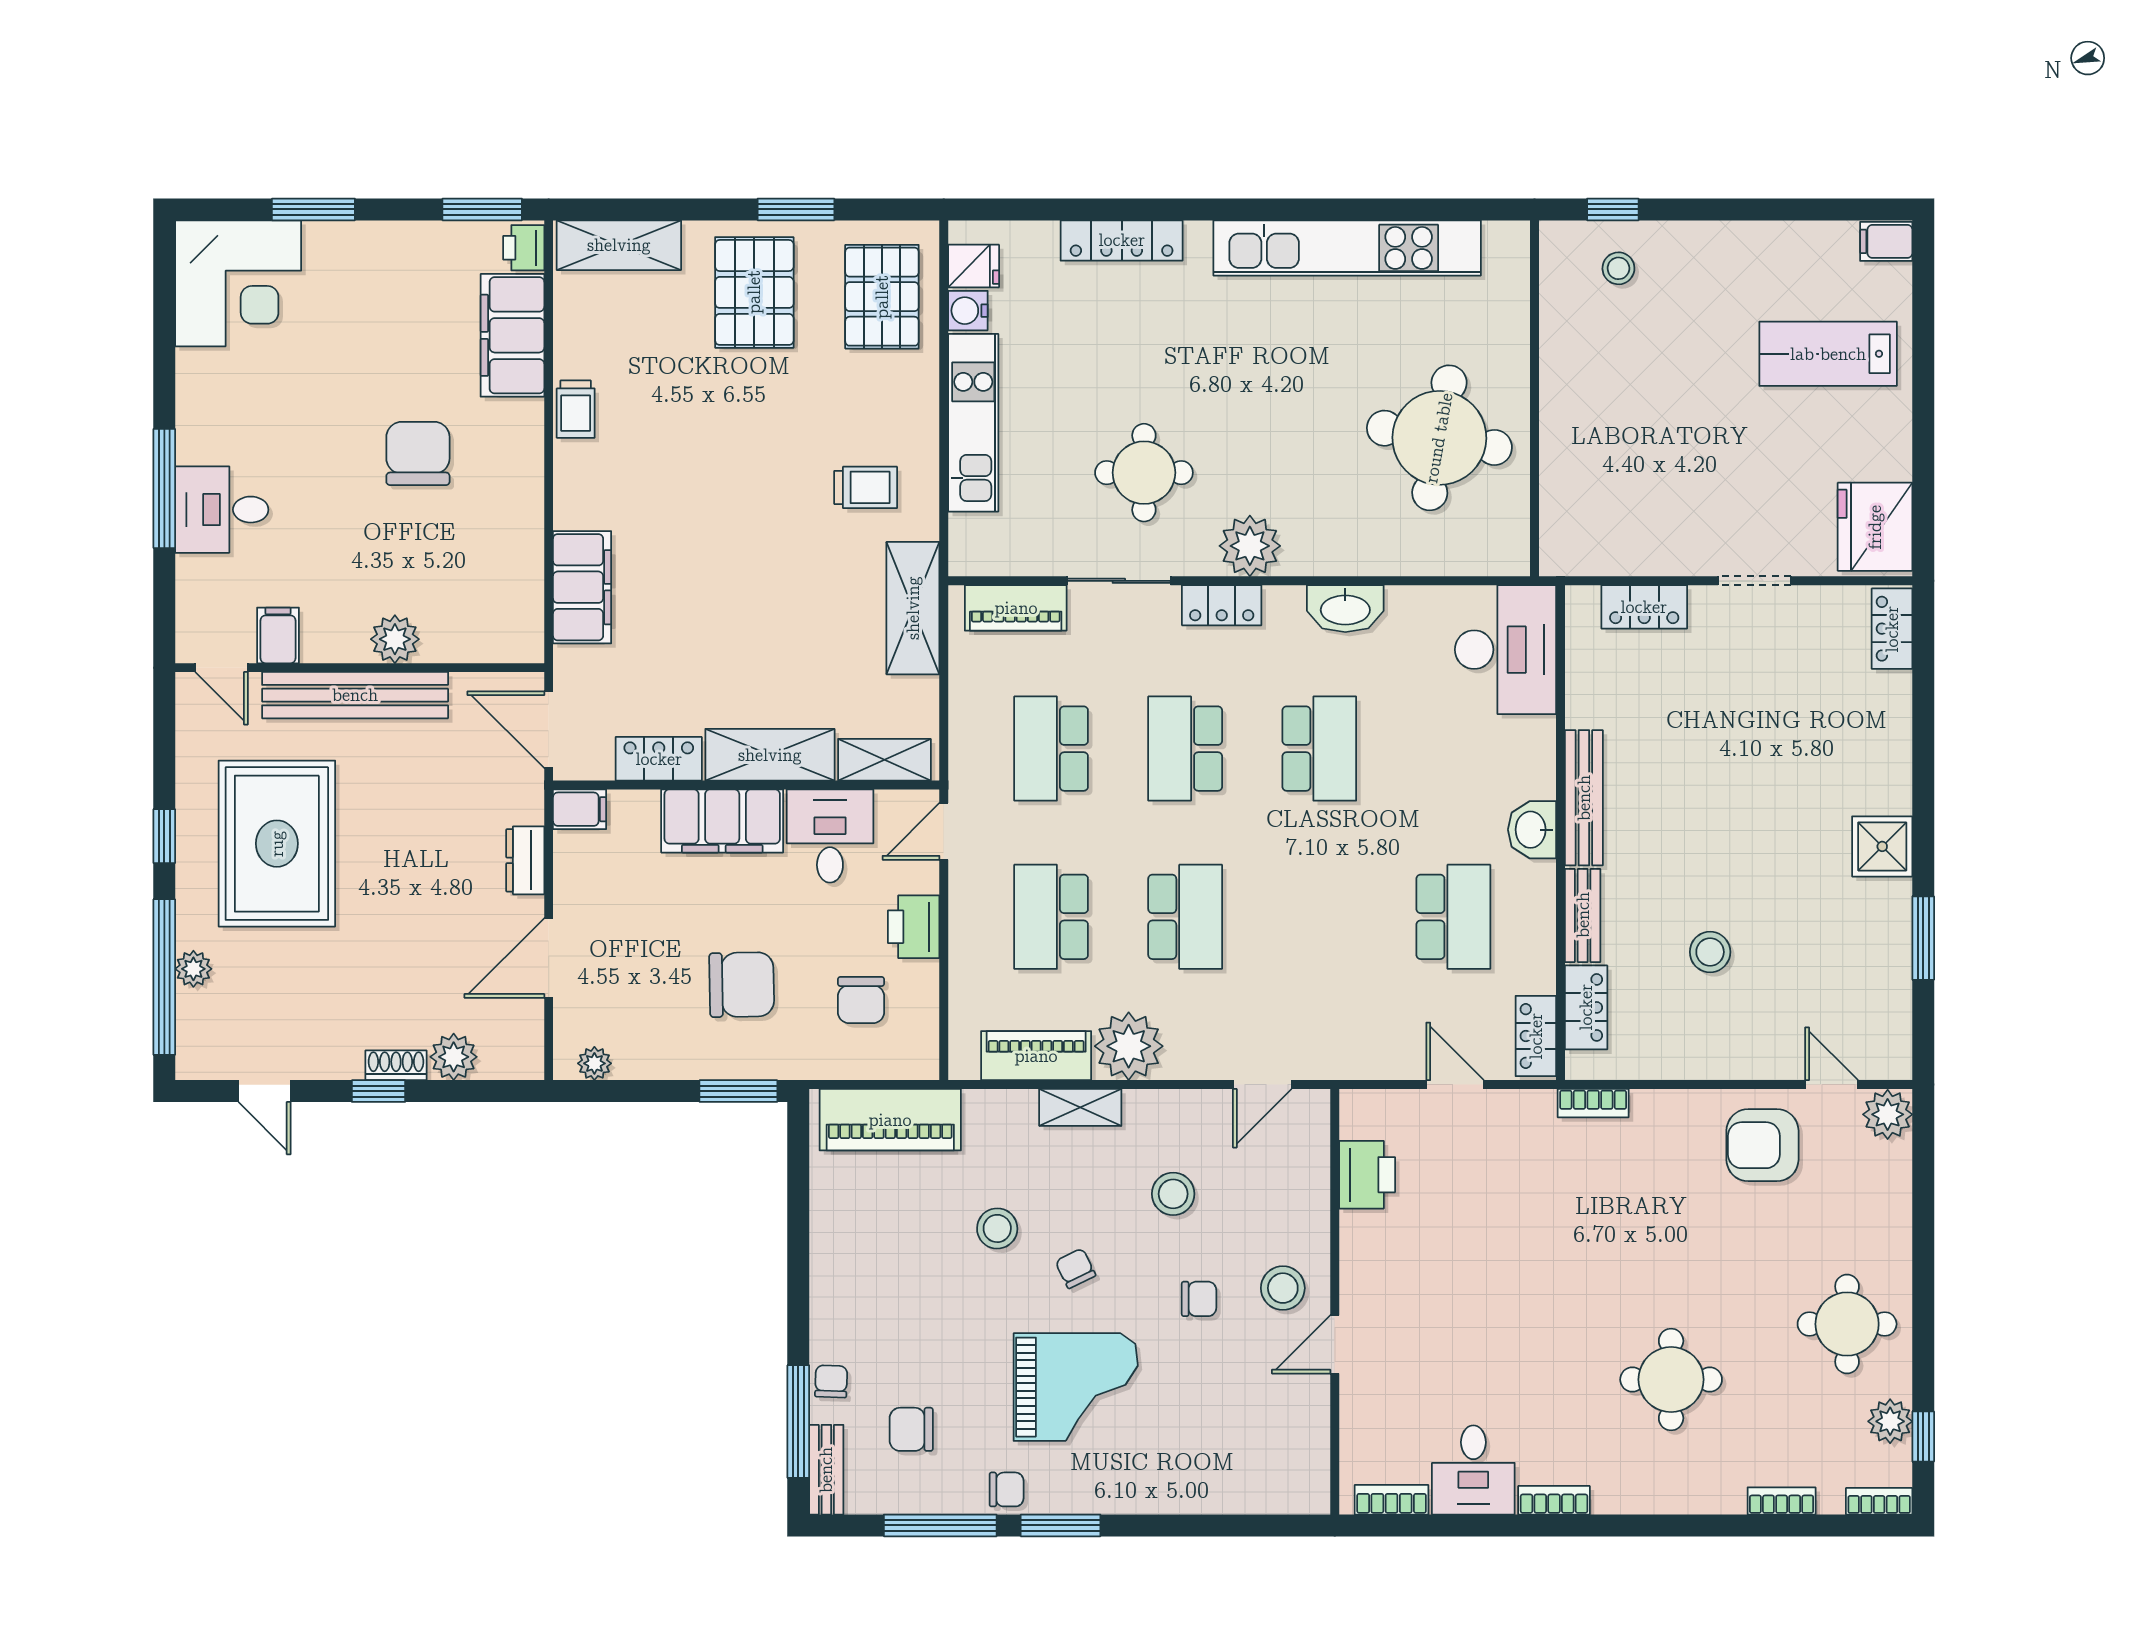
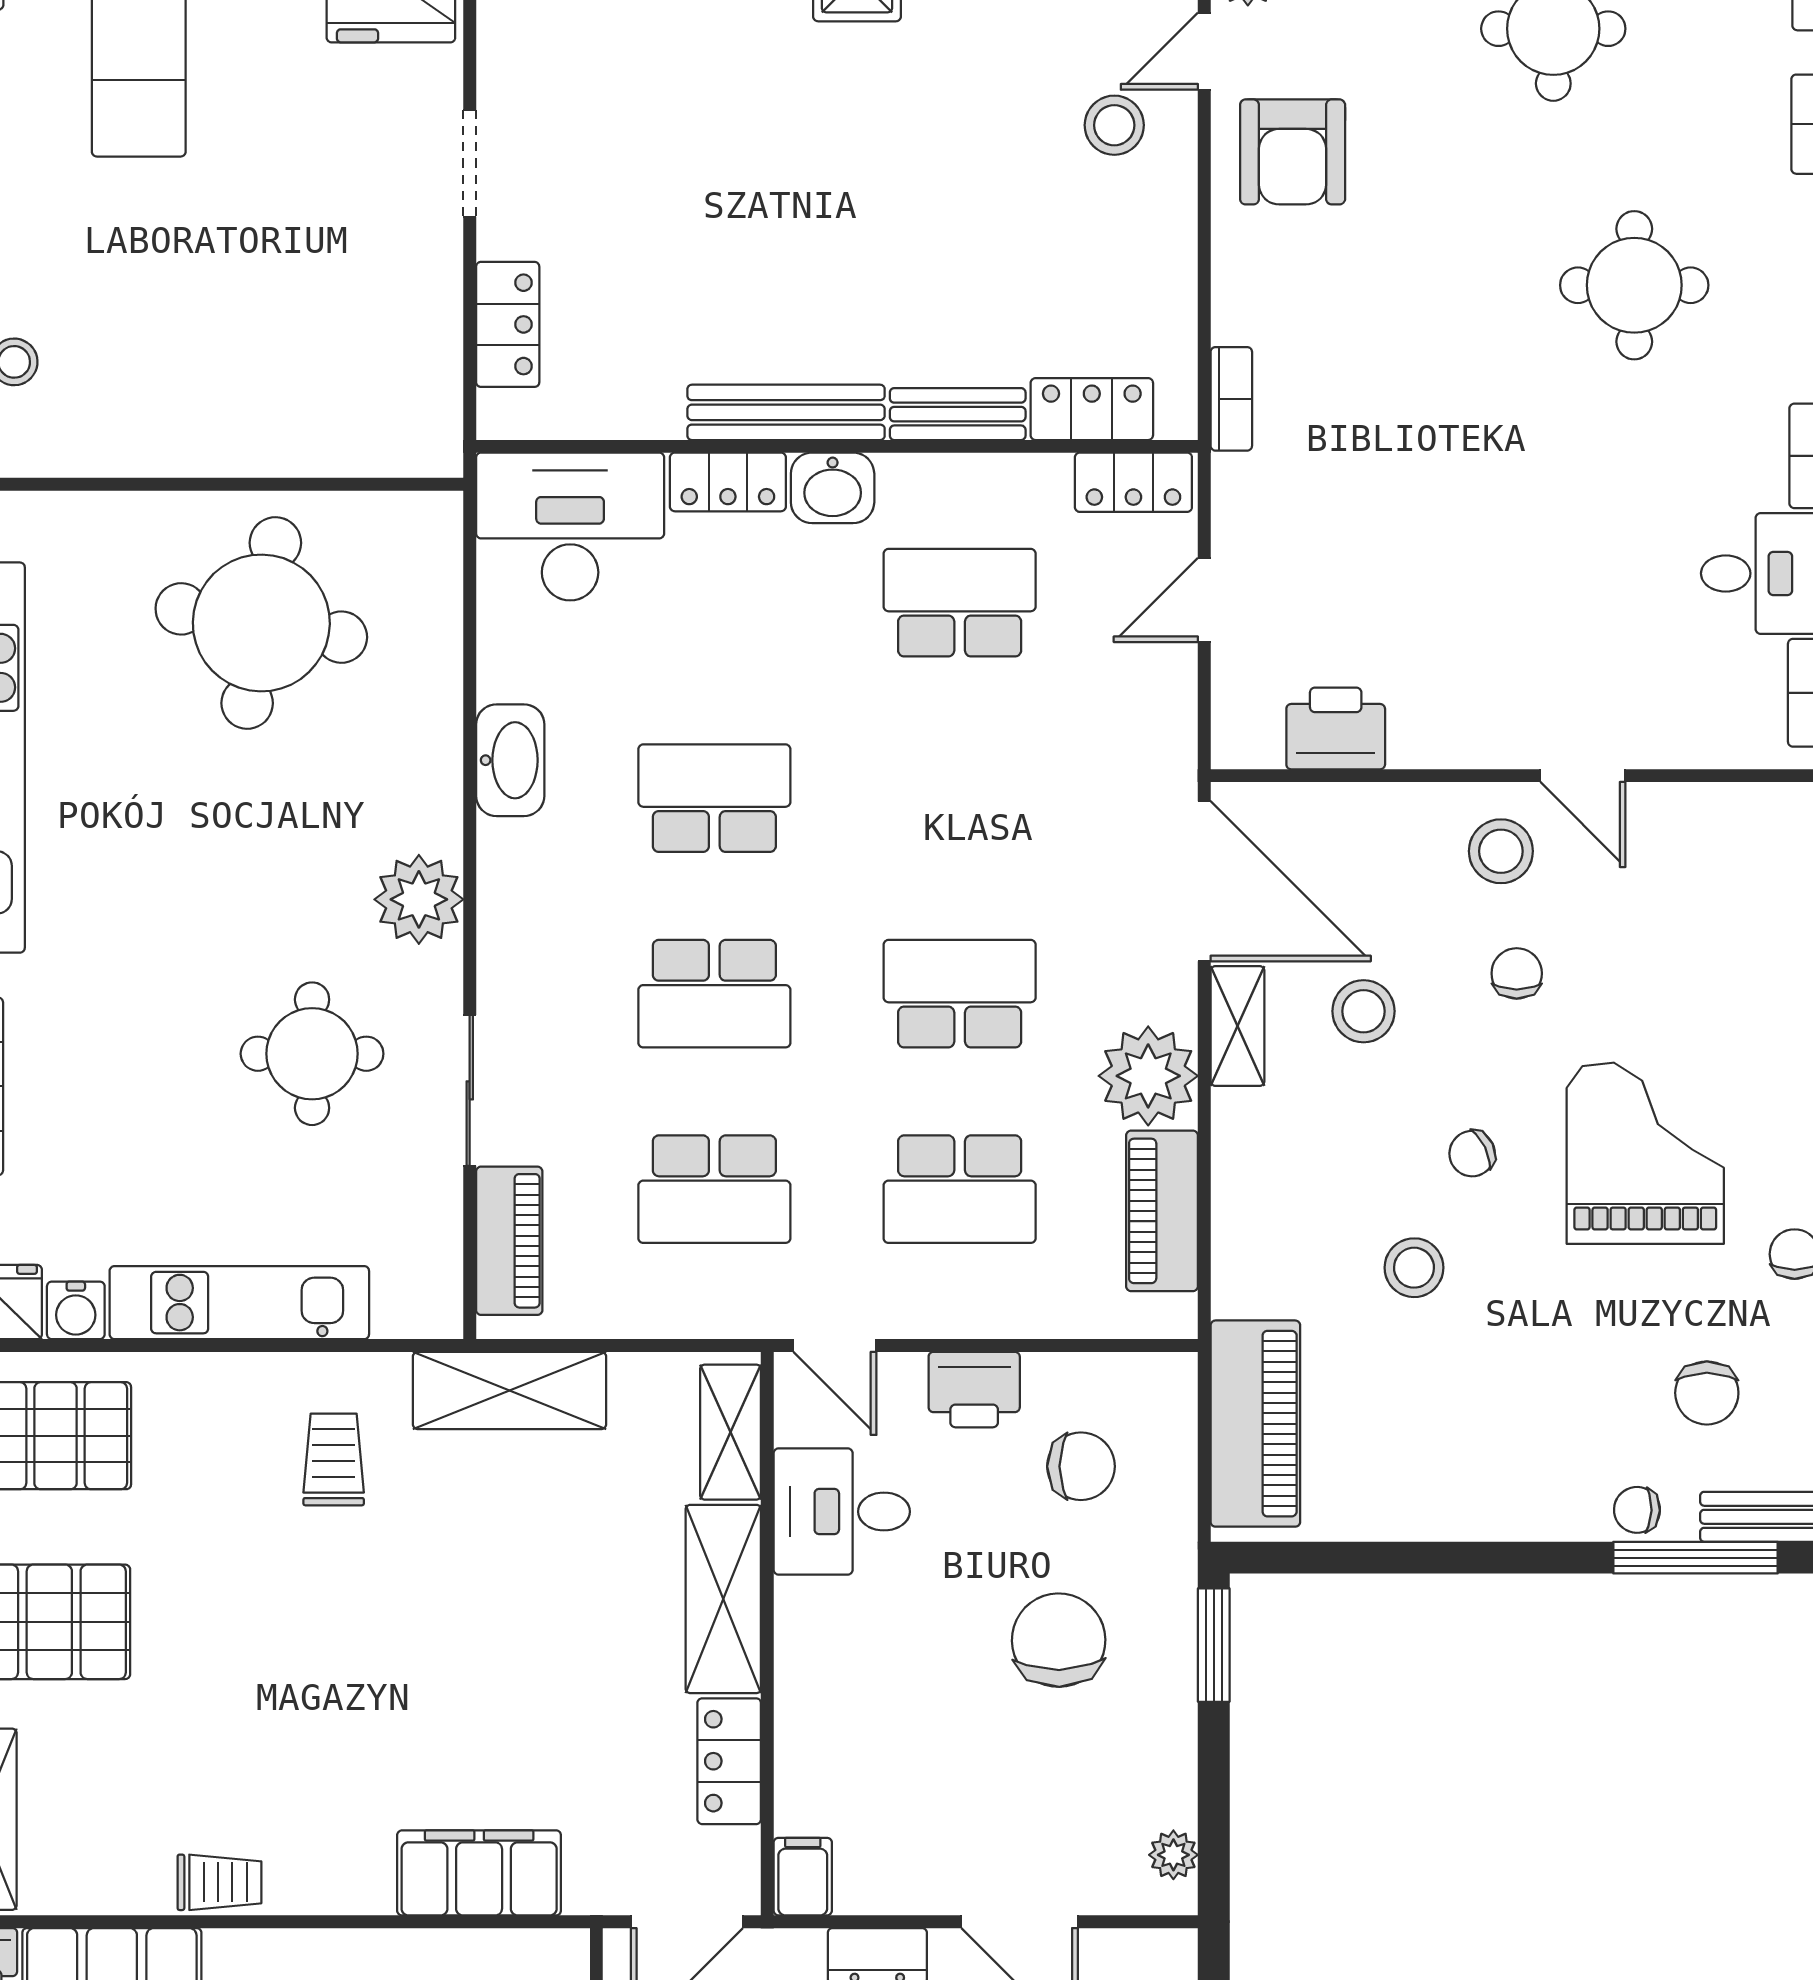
locker: (1222, 605) -> (728, 482), moved, turned 90
filing cabinet: (722, 821) -> (820, 1669), removed
stool: (1710, 952) -> (1114, 125), moved
door: (1262, 1085) -> (1204, 881), width x1.87
shelving: (1080, 1107) -> (1238, 1026), moved

